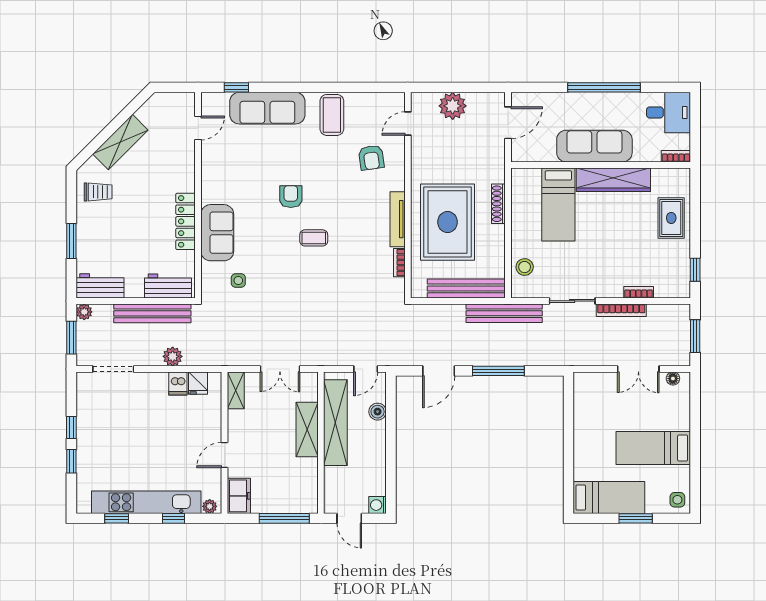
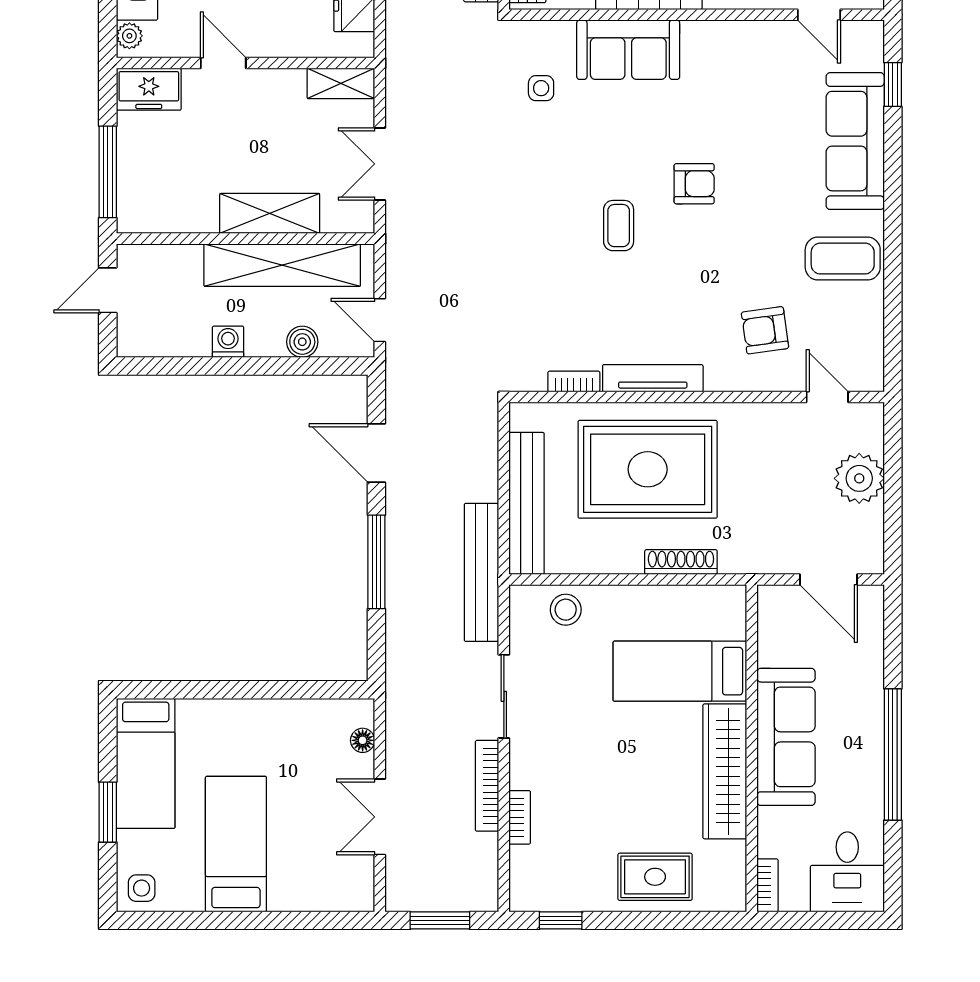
floor lamp: (673, 379) -> (363, 740), moved
washing machine: (378, 505) -> (228, 342), moved

